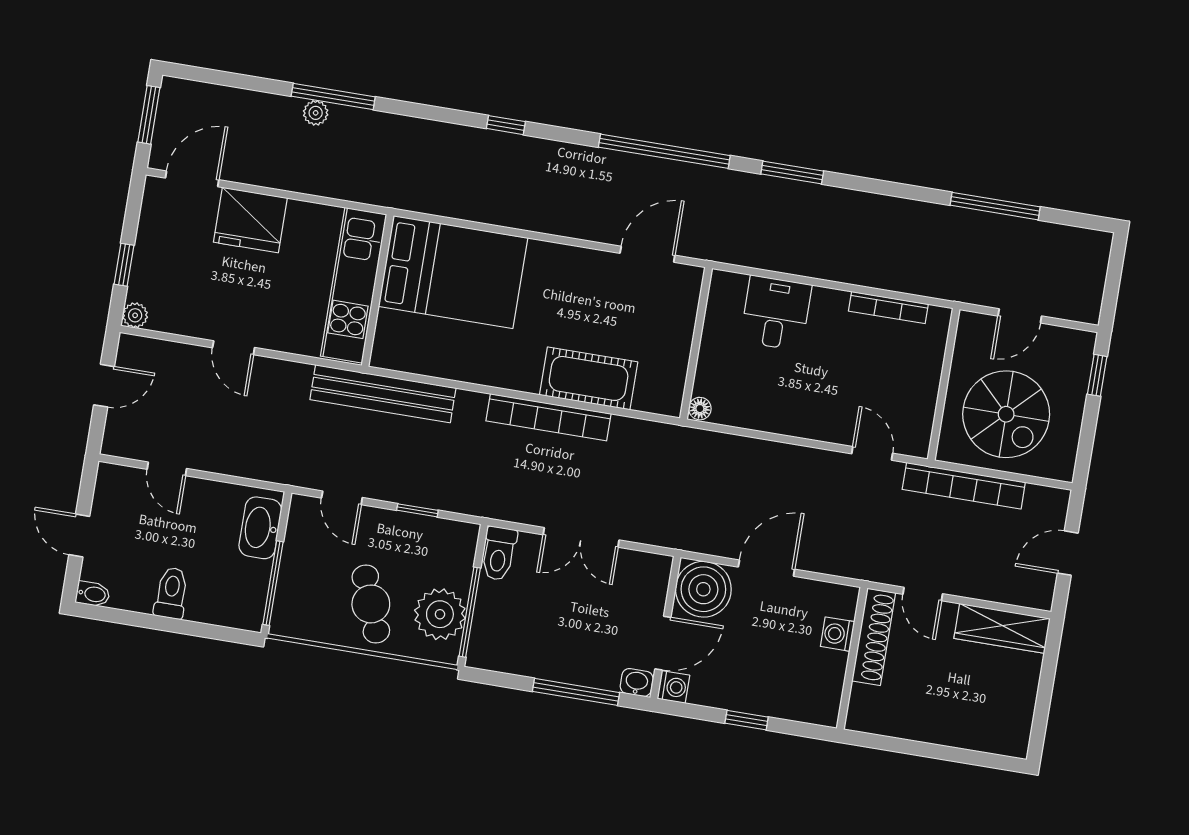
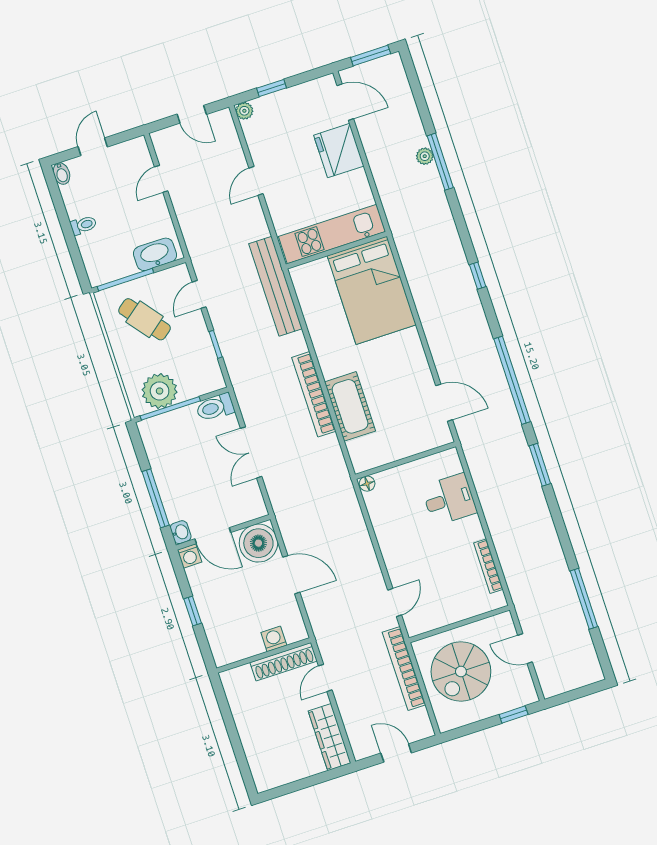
toilet: (171, 593) -> (83, 225), width x0.73, depth x0.72
cafe table: (371, 604) -> (145, 319), moved, turned 73

